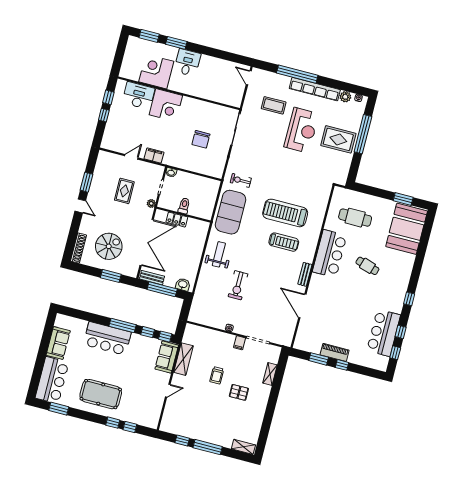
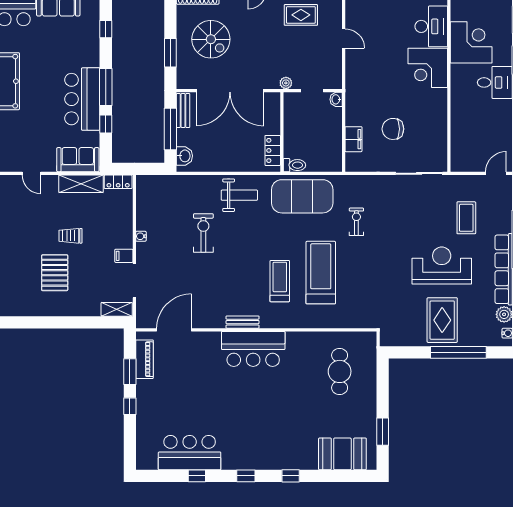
reception desk: (301, 130) -> (442, 265), turned 180
filing cabinet: (154, 156) -> (353, 139), moved
exercise bike: (241, 180) -> (356, 222), moved
rug: (124, 191) -> (301, 15), moved
toilet: (184, 206) -> (294, 165), moved
locker: (177, 220) -> (273, 150), moved
booth: (407, 229) -> (342, 454), width x0.73, depth x0.70
treadmill: (284, 242) -> (280, 281), turned 180
bar counter: (330, 254) -> (253, 349), moved
cafe table: (367, 266) -> (277, 406), removed
exercise bike: (238, 285) -> (203, 233), turned 90
door: (302, 306) -> (174, 330), moved
locker: (189, 334) -> (118, 182), added
window: (165, 337) -> (106, 29), moved
bar counter: (107, 338) -> (82, 99), moved
piano: (335, 352) -> (145, 359), moved
window: (395, 353) -> (291, 476), moved
shelving: (270, 374) -> (117, 309), moved
pallet: (239, 392) -> (55, 273), width x1.50, depth x1.42

